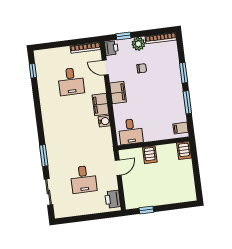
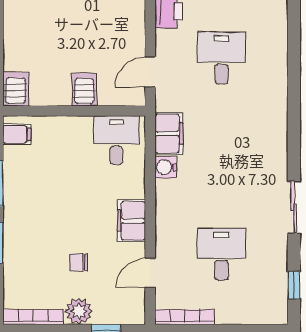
printer: (111, 48) -> (133, 310), removed
door: (105, 68) -> (150, 273), swing flipped
filing cabinet: (100, 105) -> (169, 134), moved
window: (44, 155) -> (294, 115), removed
sliding door: (48, 192) -> (294, 207), moved

